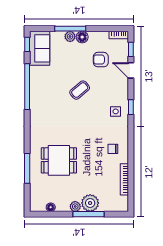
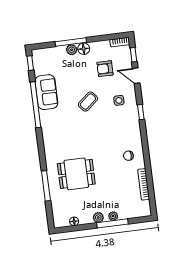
sofa: (40, 48) -> (46, 92), moved
side table: (116, 111) -> (119, 100), moved
plant: (90, 203) -> (113, 216), width x0.53, depth x0.53

